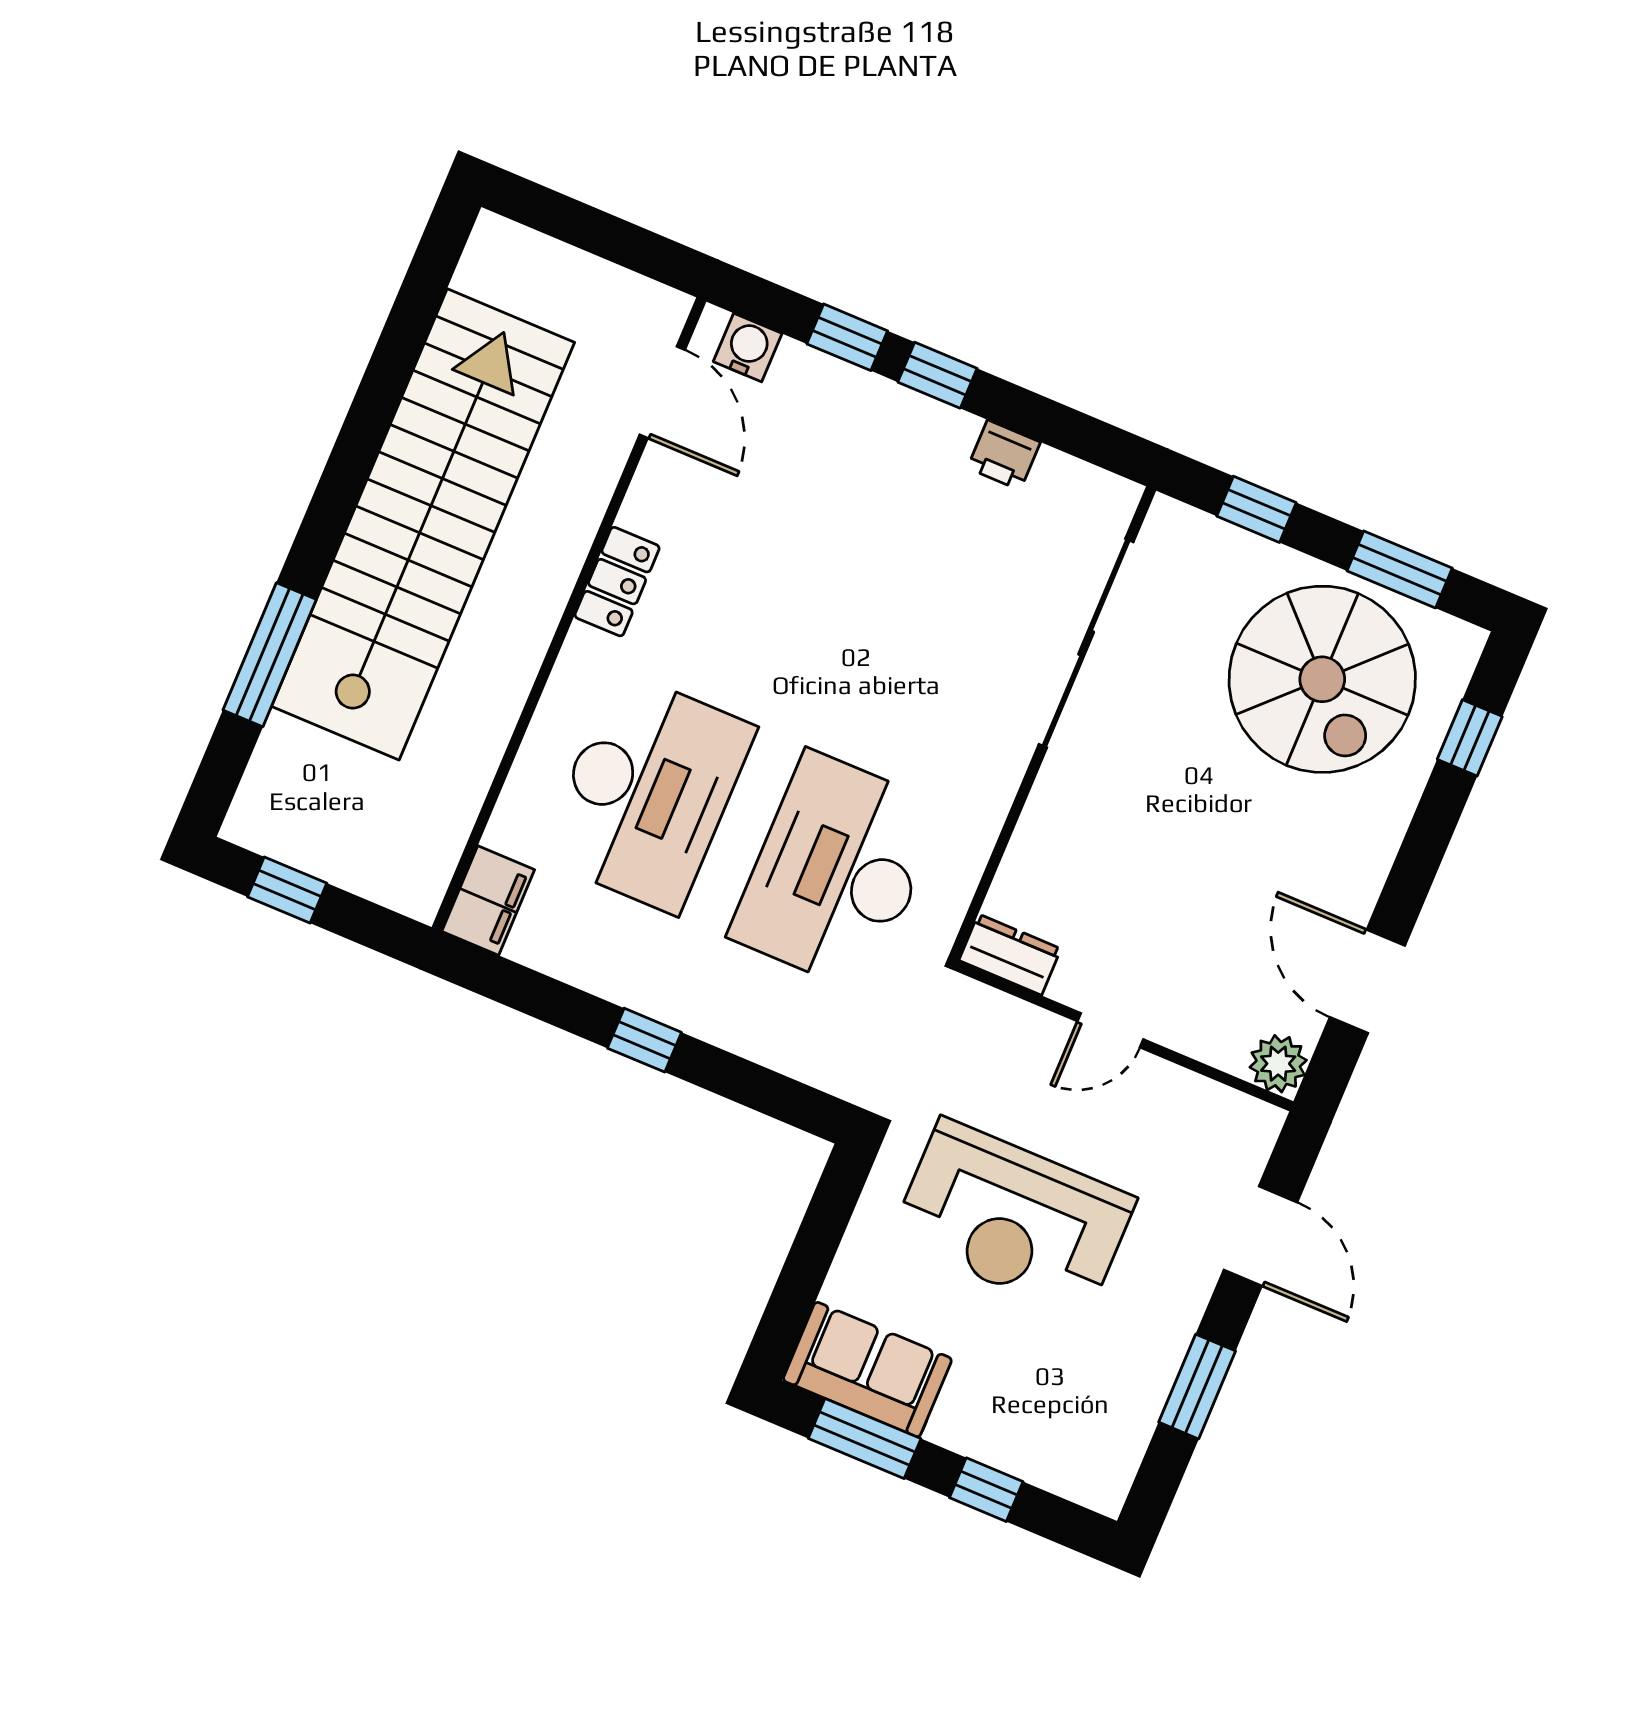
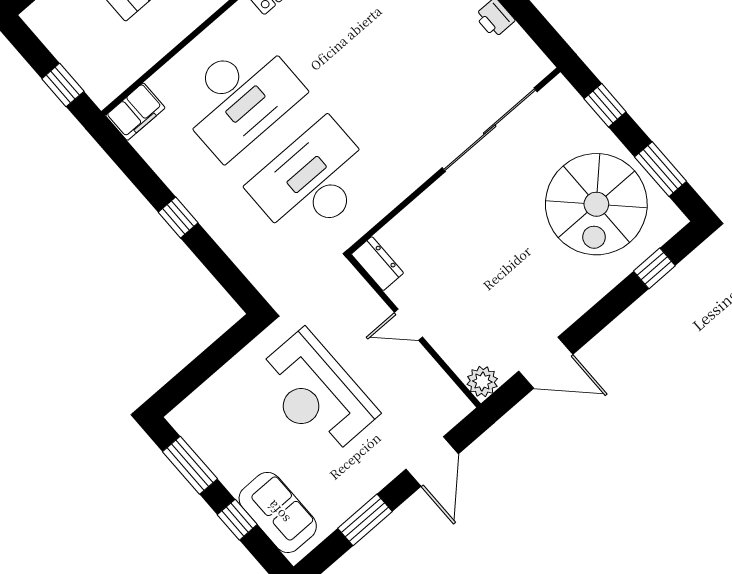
window: (287, 890) -> (63, 85), moved
door: (1367, 981) -> (546, 363), swing flipped
sofa: (867, 1370) -> (278, 512), moved

